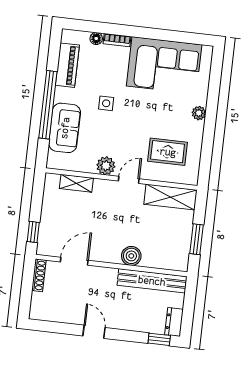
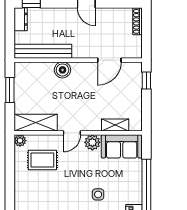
plant: (199, 113) -> (20, 141), moved
sofa: (65, 128) -> (122, 146), moved, turned -90
shoe rack: (39, 275) -> (137, 21), moved

